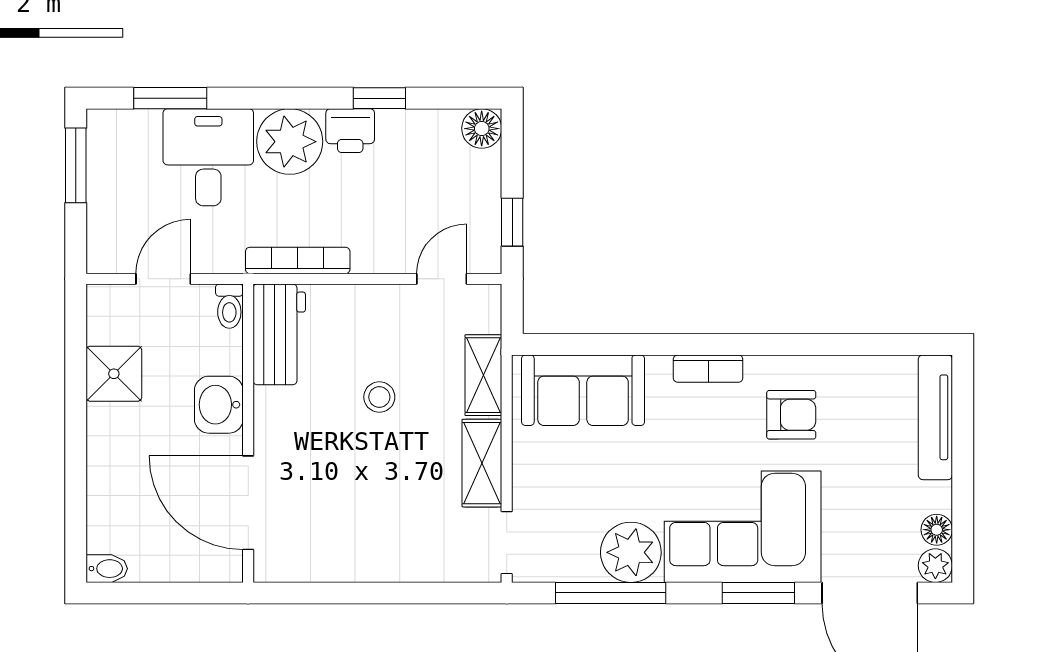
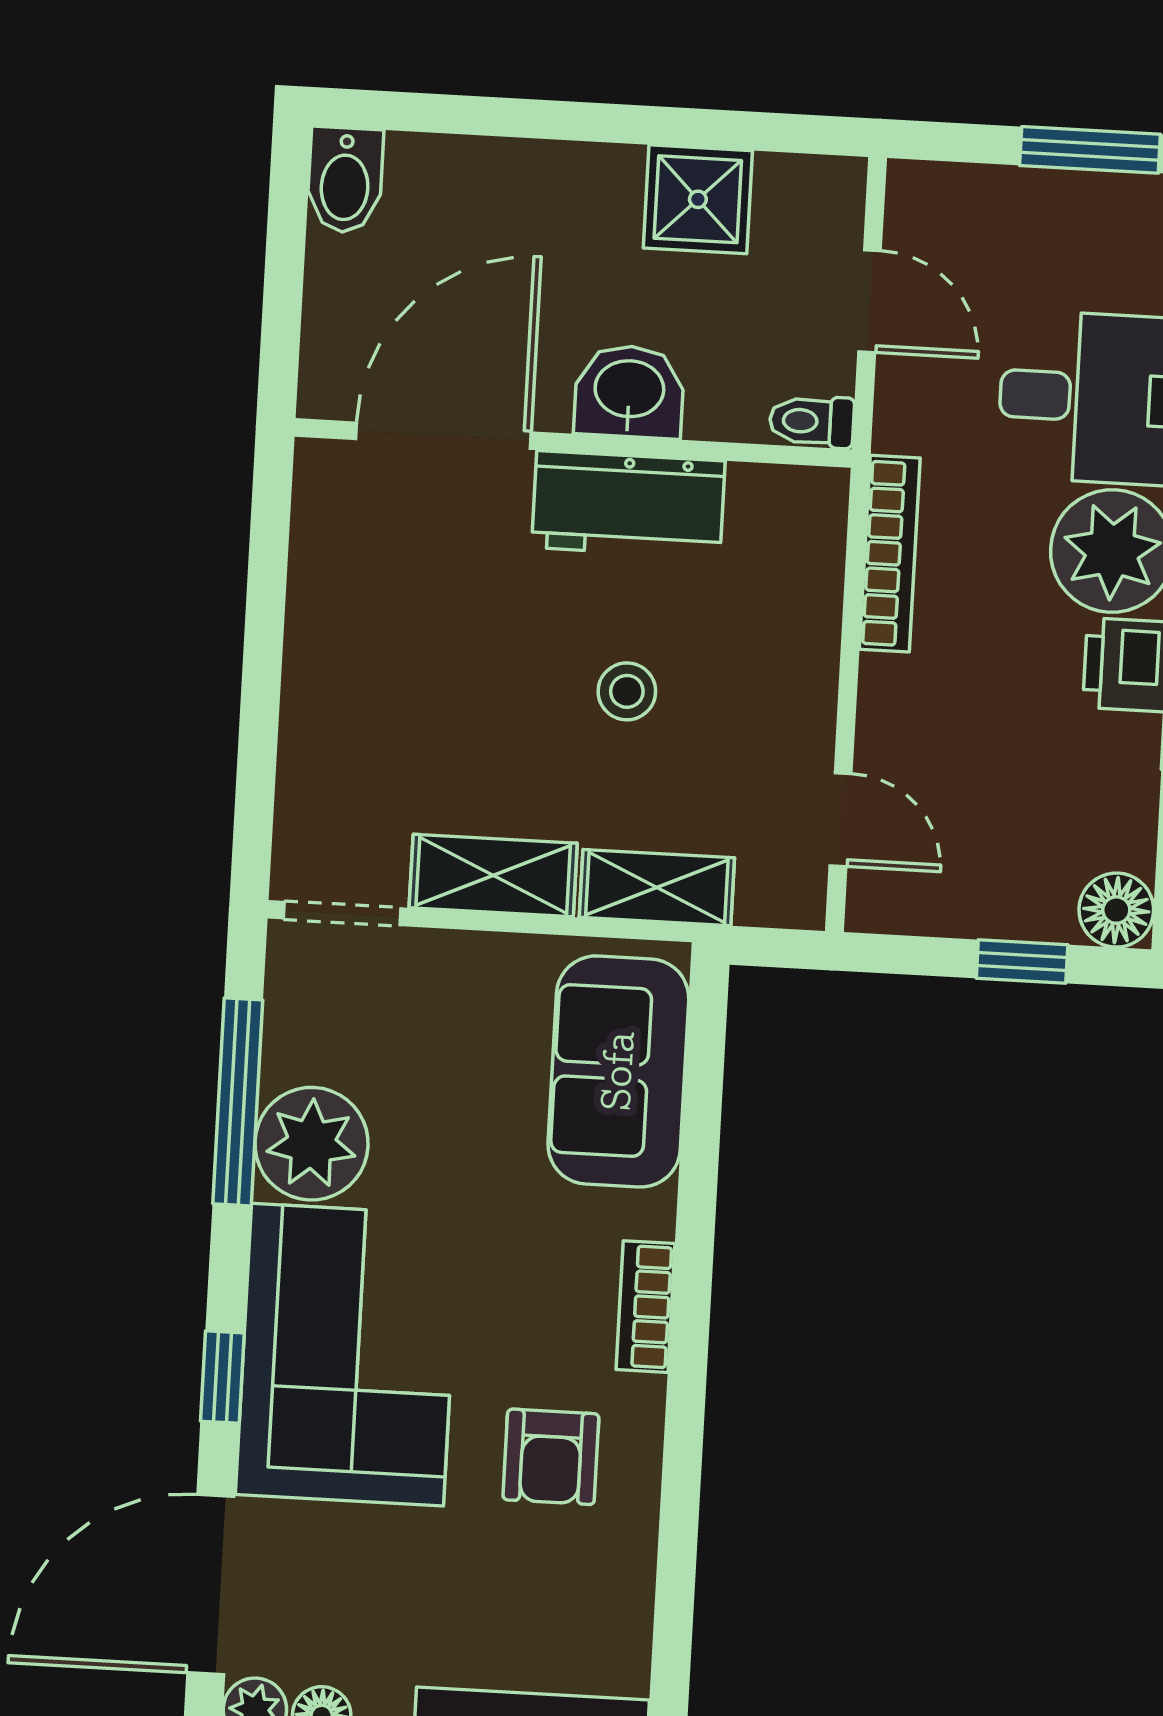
window: (512, 222) -> (1022, 962), moved
workbench: (279, 334) -> (628, 504), moved
bidet: (107, 569) -> (345, 180), width x1.38, depth x1.36
window: (758, 593) -> (222, 1377), width x0.67

